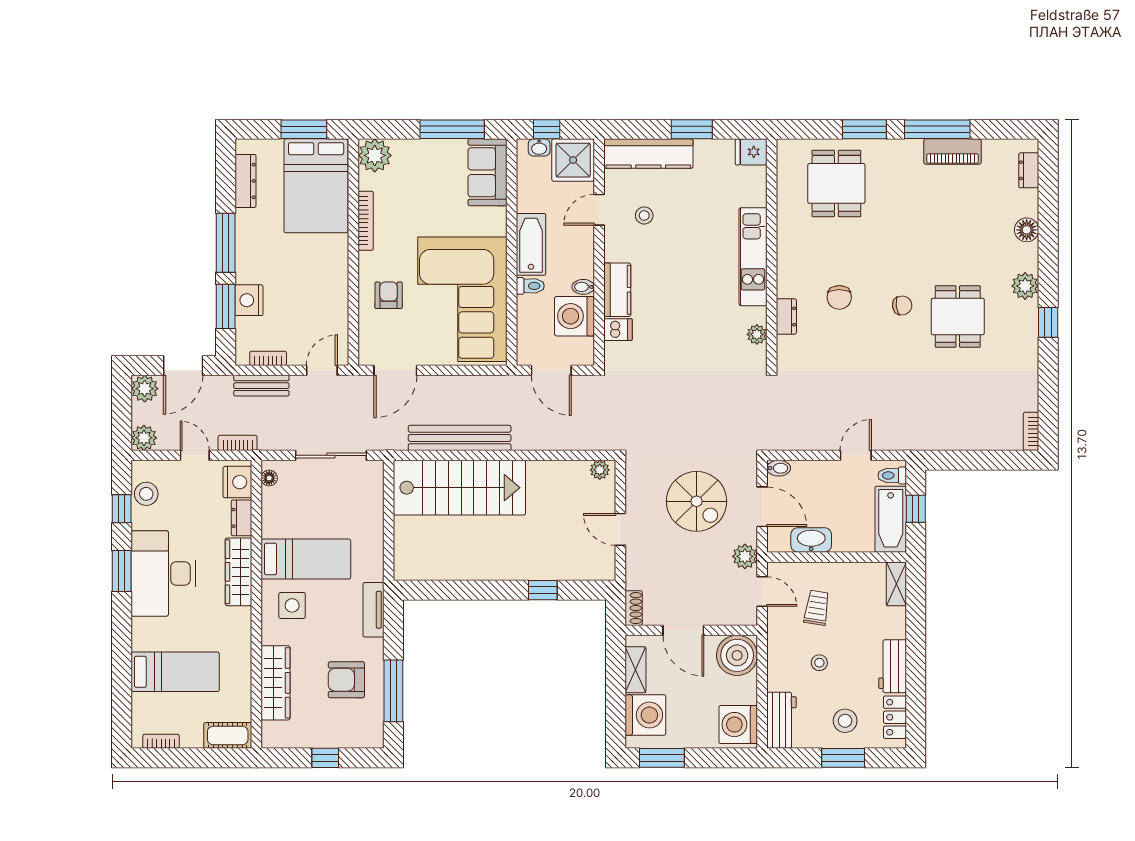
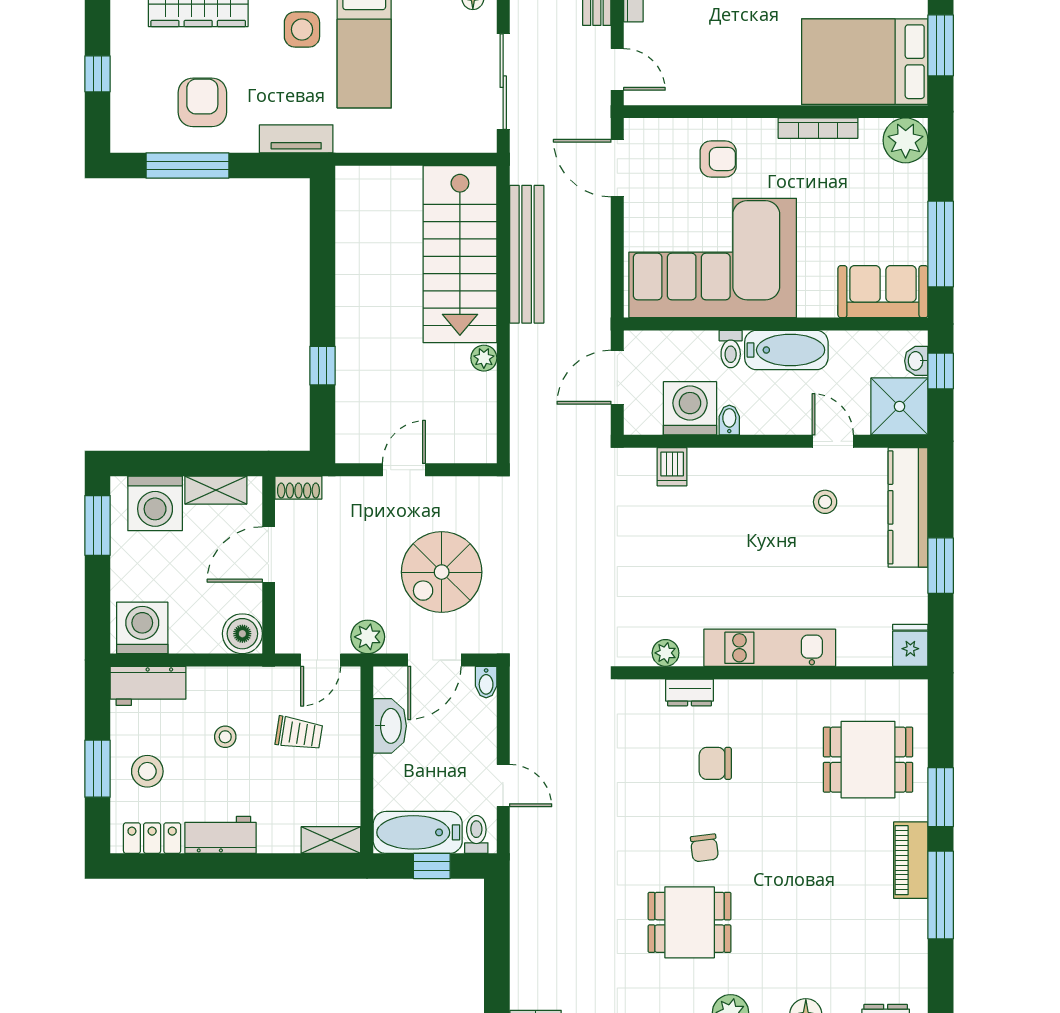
piano: (952, 152) -> (911, 860), moved
kitchen counter: (617, 290) -> (725, 466), removed
plant: (600, 470) -> (484, 358), moved
boiler: (737, 655) -> (242, 634), width x0.73, depth x0.73

